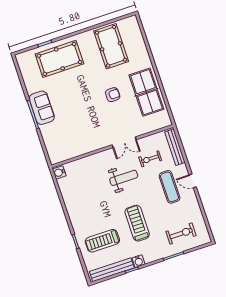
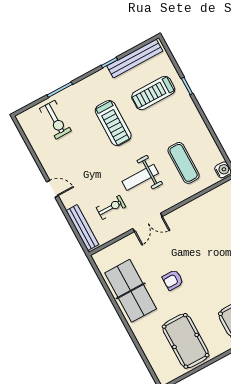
double door: (124, 142) -> (148, 222), swing flipped
exercise mat: (170, 187) -> (184, 163), moved
exercise bike: (181, 234) -> (55, 120), turned -90
treadmill: (102, 241) -> (153, 93), turned 180
water cooler: (138, 261) -> (103, 75), removed

